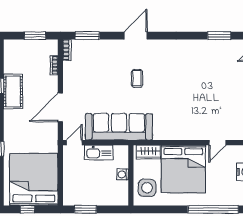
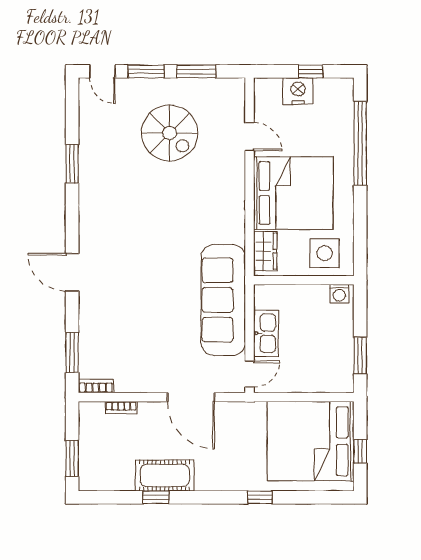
window: (35, 36) -> (72, 458), moved
window: (219, 36) -> (72, 164), moved
coffee table: (137, 78) -> (143, 270), removed
spiral stairs: (219, 94) -> (170, 133), added
door: (74, 143) -> (250, 374), swing flipped
washing machine: (123, 174) -> (339, 294), moved

